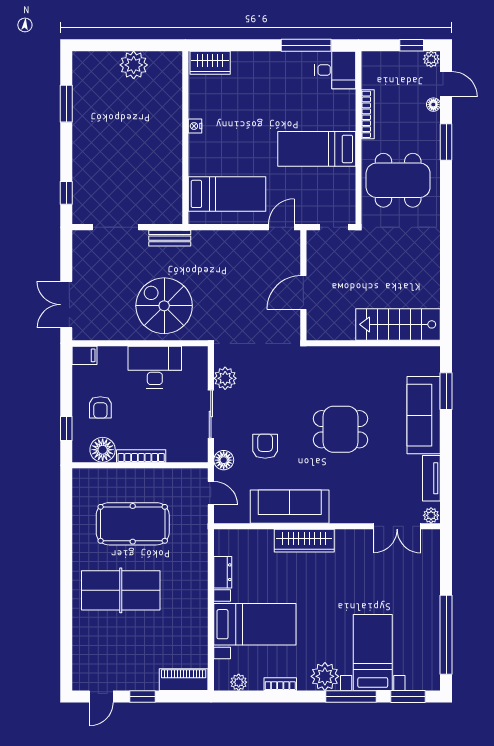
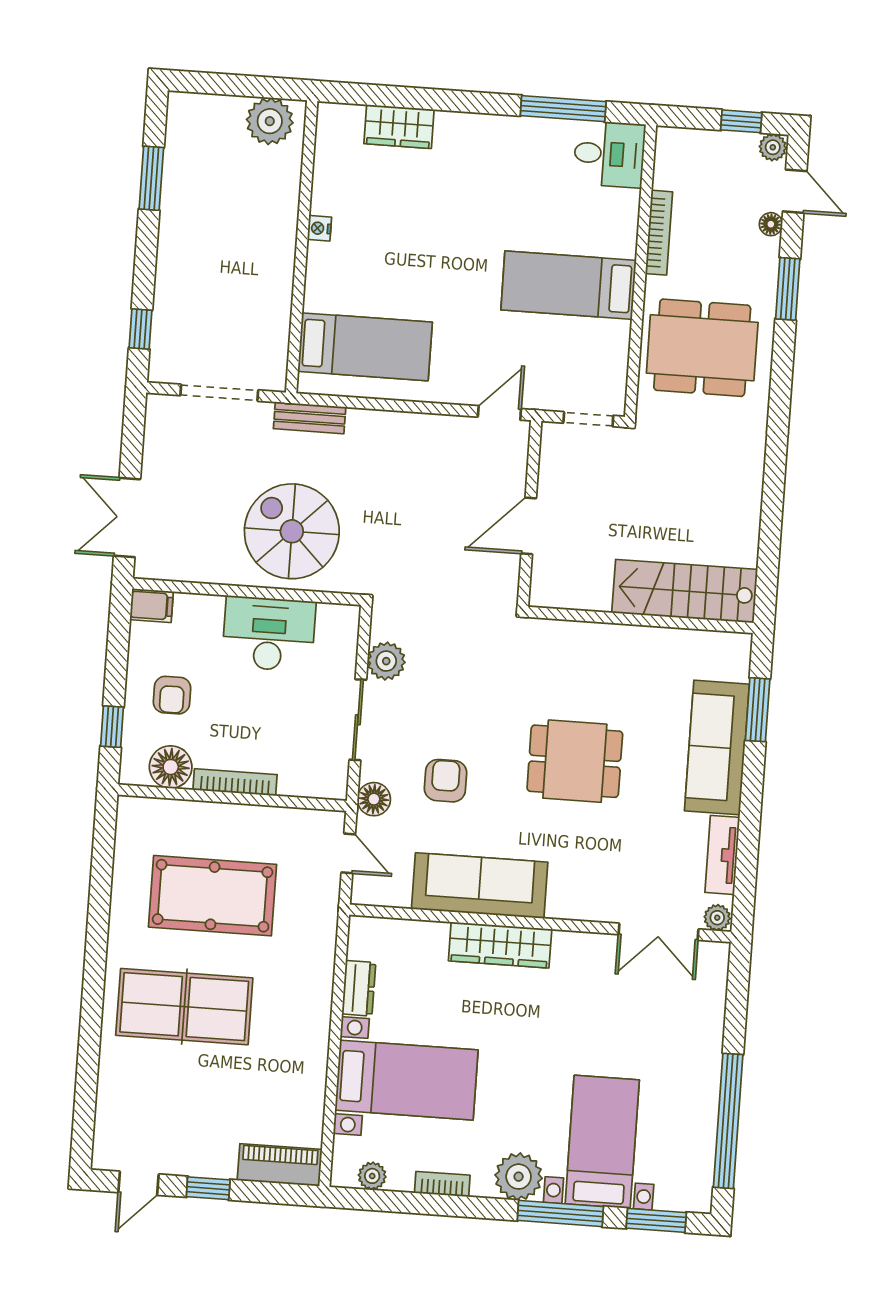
nightstand: (195, 126) -> (319, 228), moved
wall: (185, 138) -> (302, 247), moved
bed: (227, 194) -> (365, 347), moved

